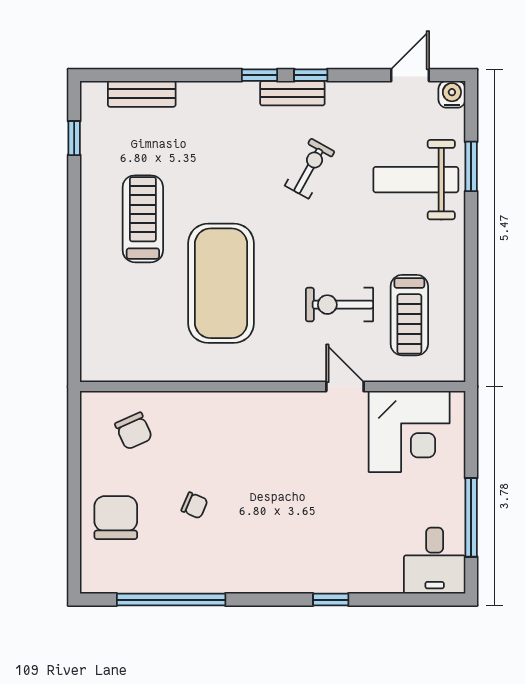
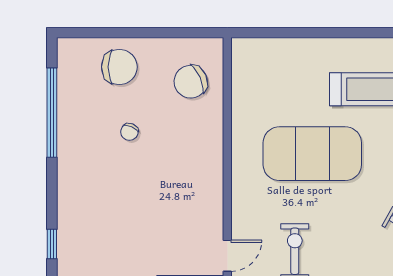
chair: (134, 431) -> (191, 82), width x1.37, depth x1.37

